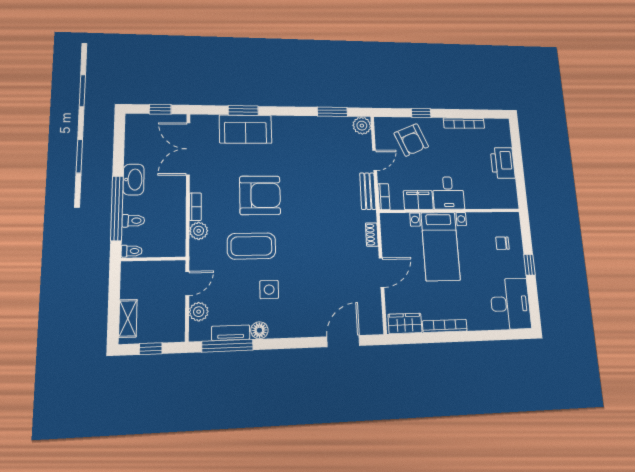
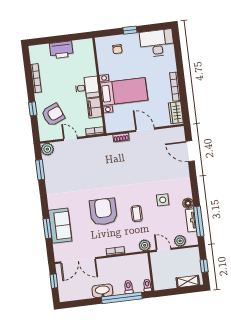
bench: (368, 191) -> (92, 142), removed
plant: (199, 231) -> (145, 245), moved
coffee table: (251, 246) -> (137, 214), width x0.54, depth x0.58

